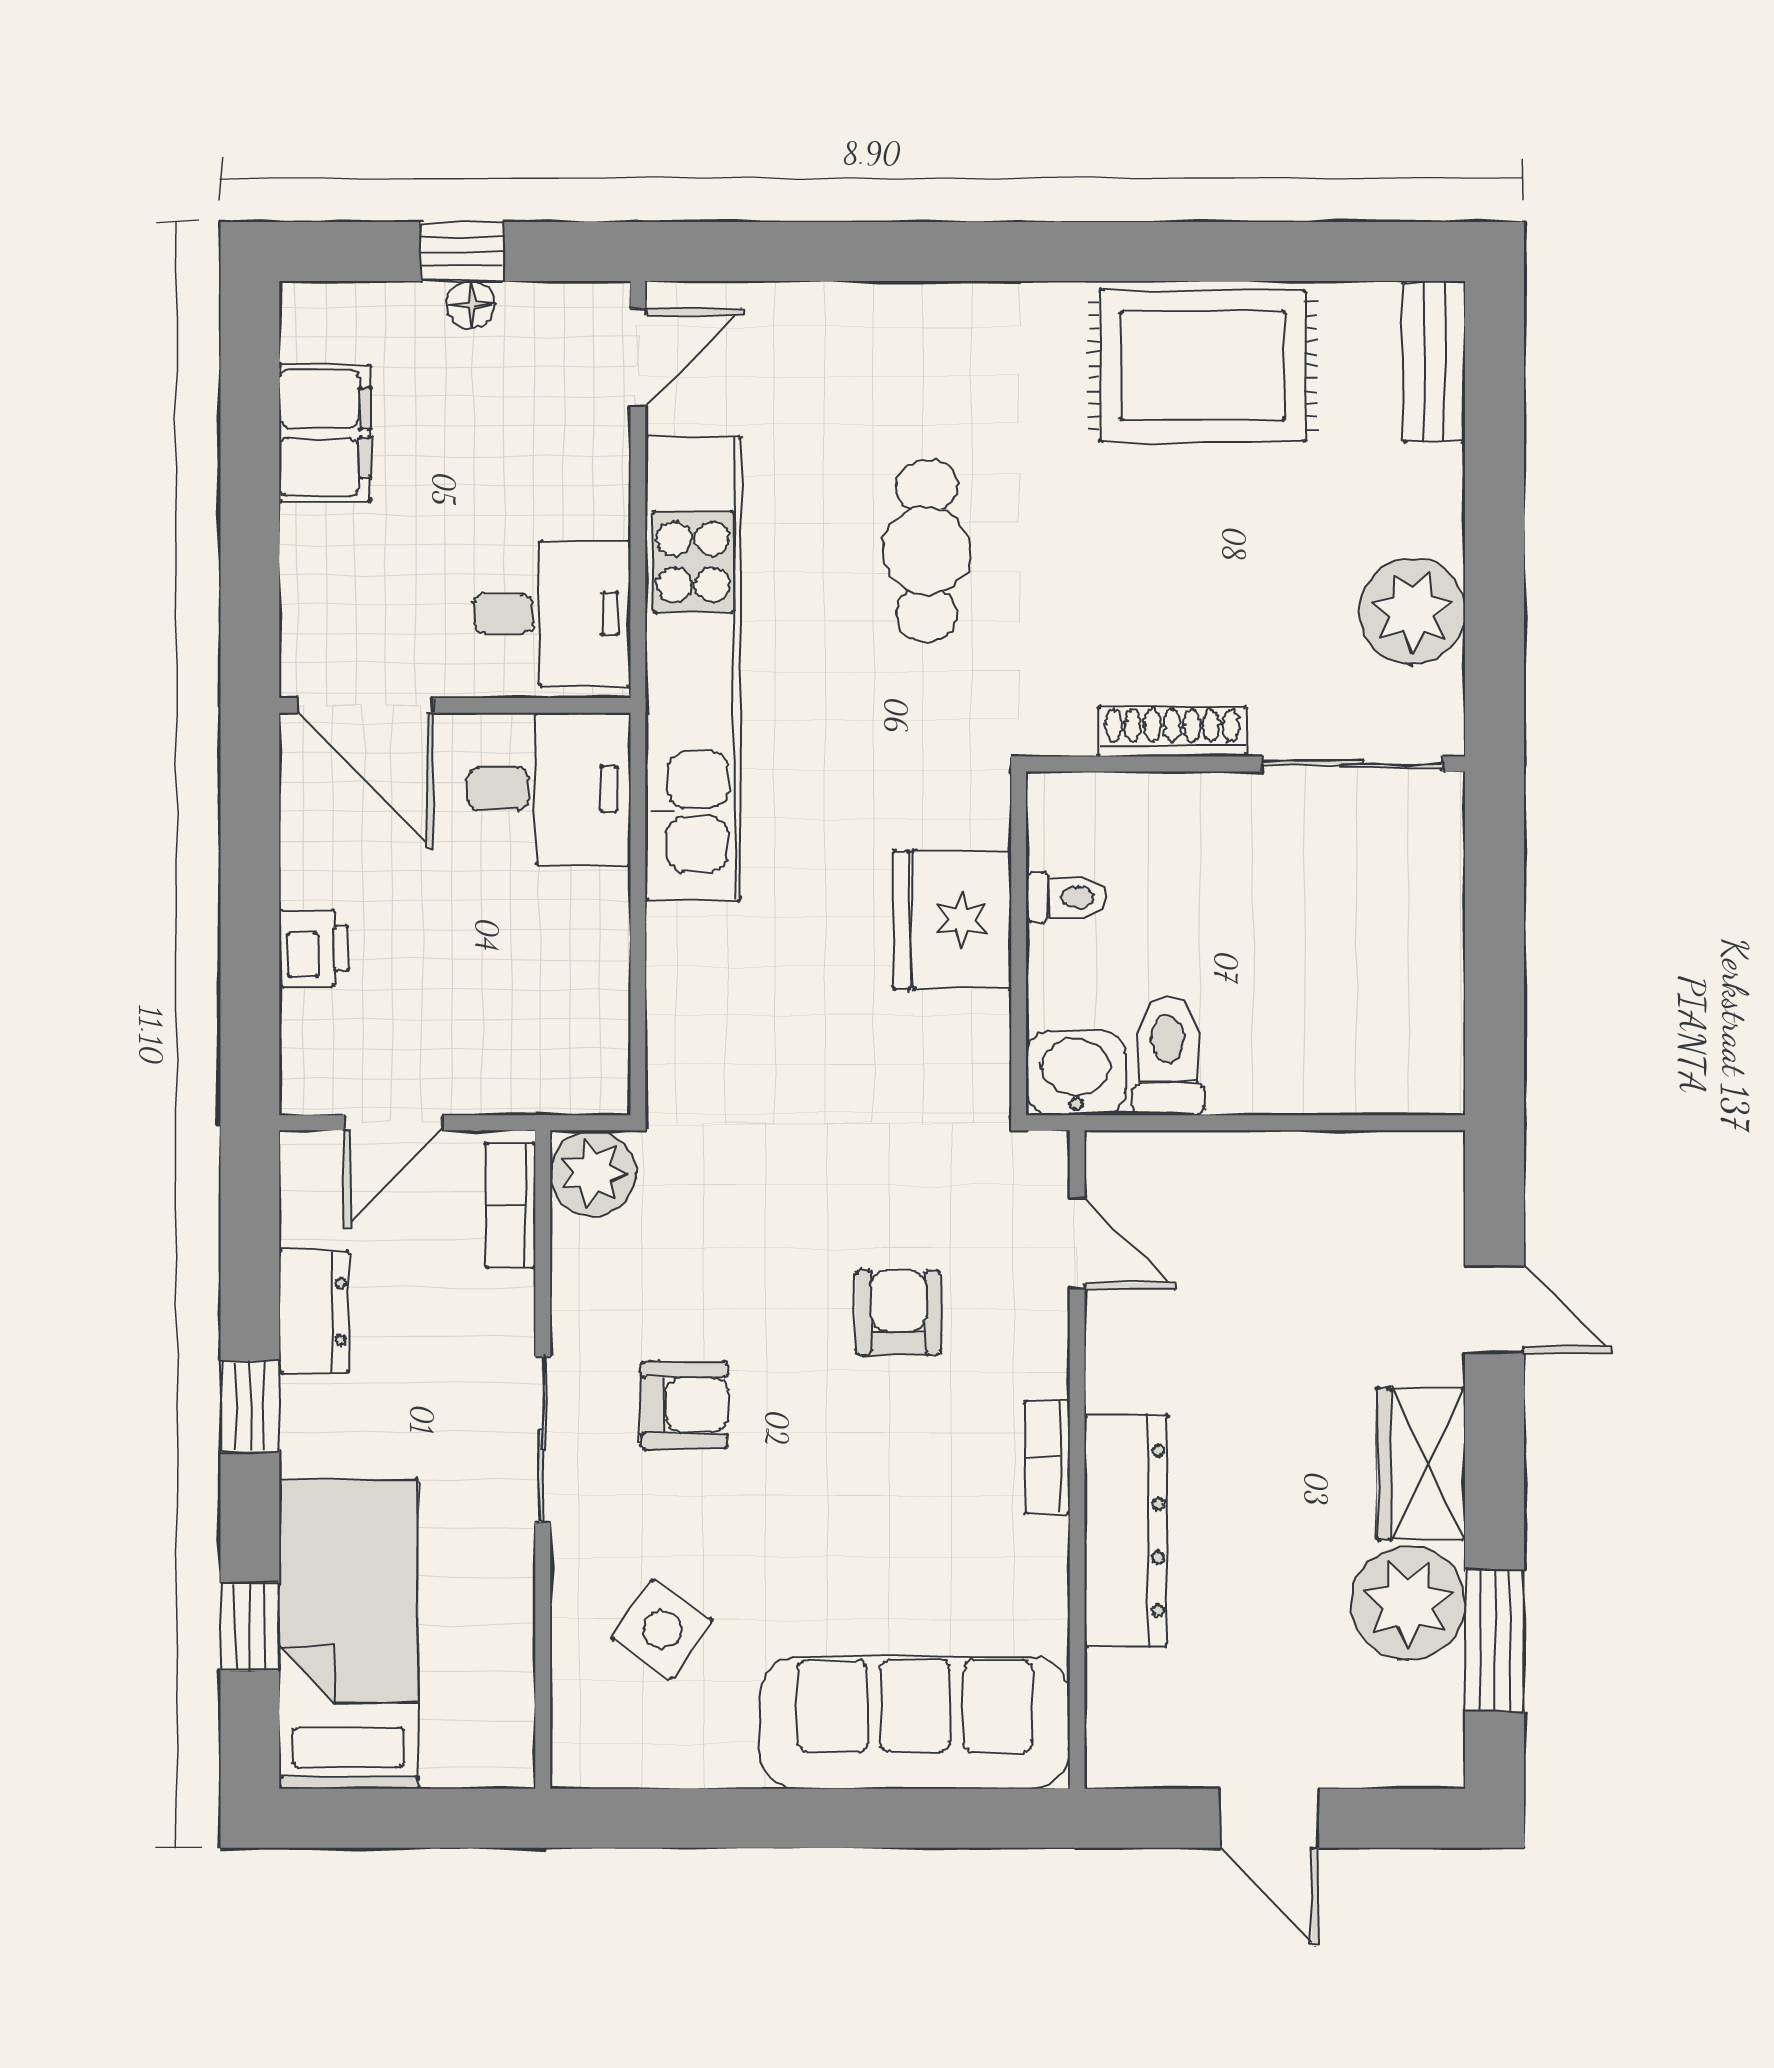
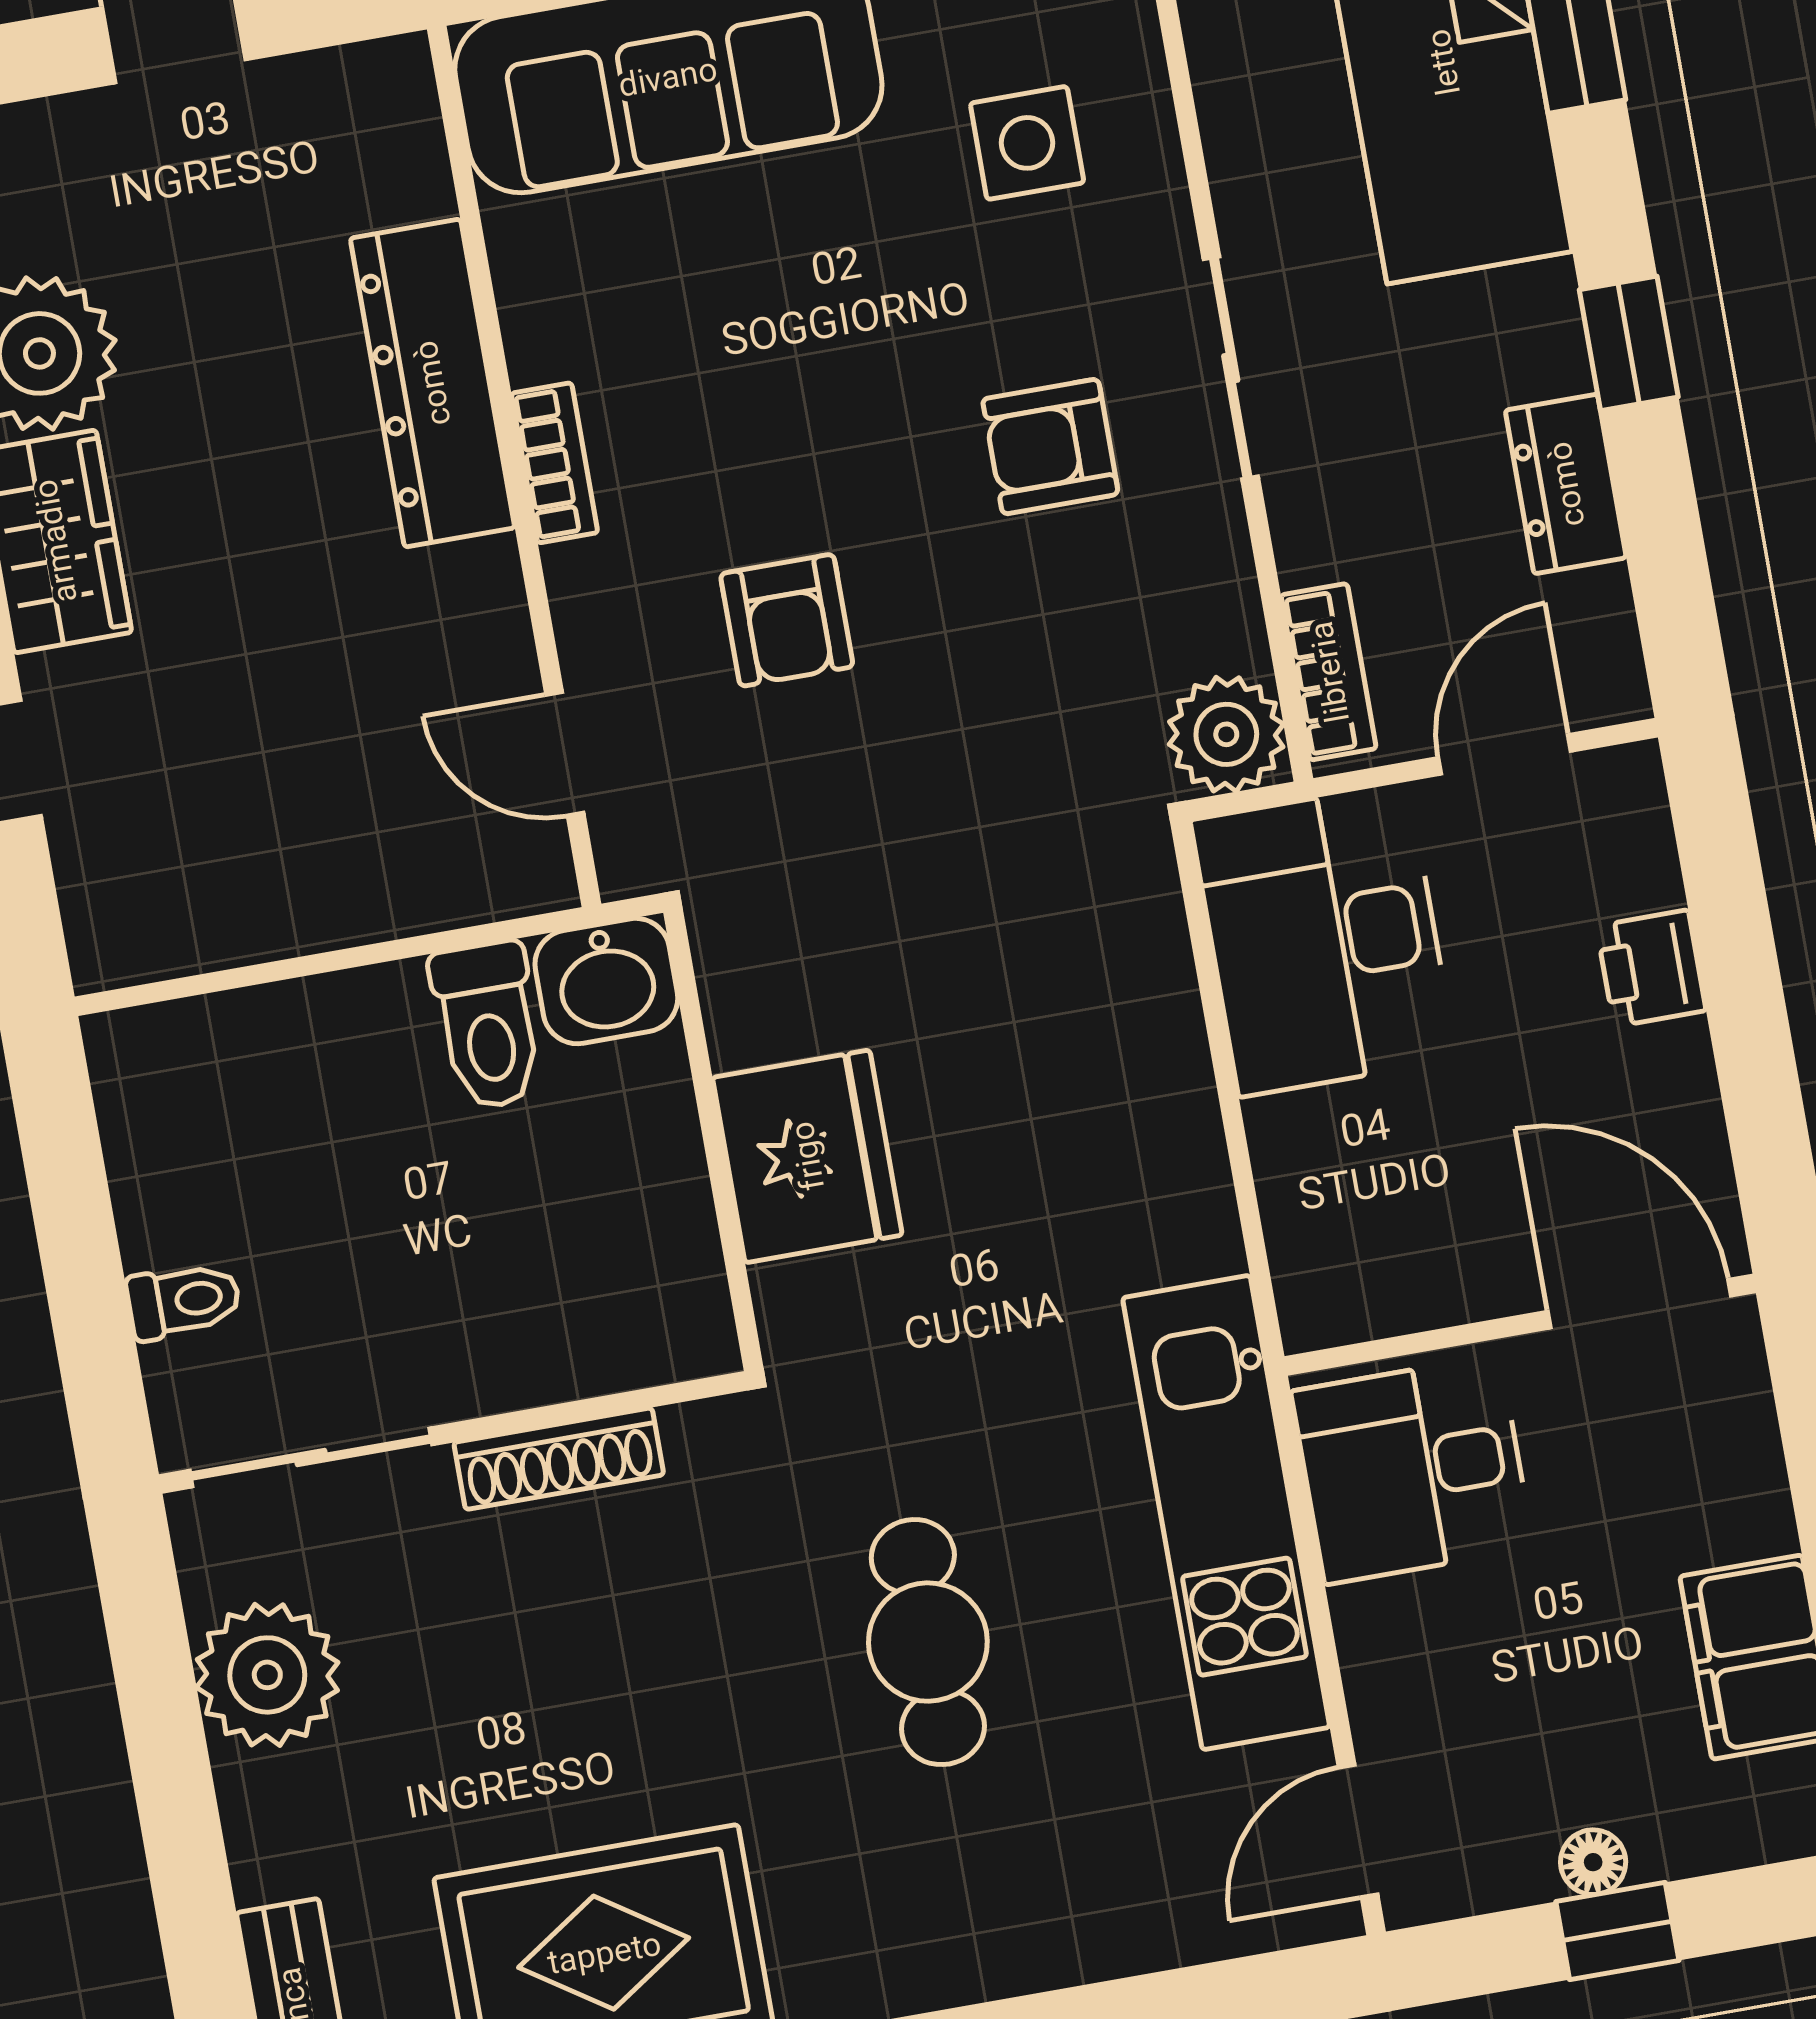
kitchen unit: (693, 668) -> (1226, 1512), width x0.73
desk: (549, 789) -> (1324, 940), moved, width x1.37
toilet: (1066, 897) -> (184, 1301), moved, turned 180
side table: (662, 1629) -> (1027, 143), turned -35

